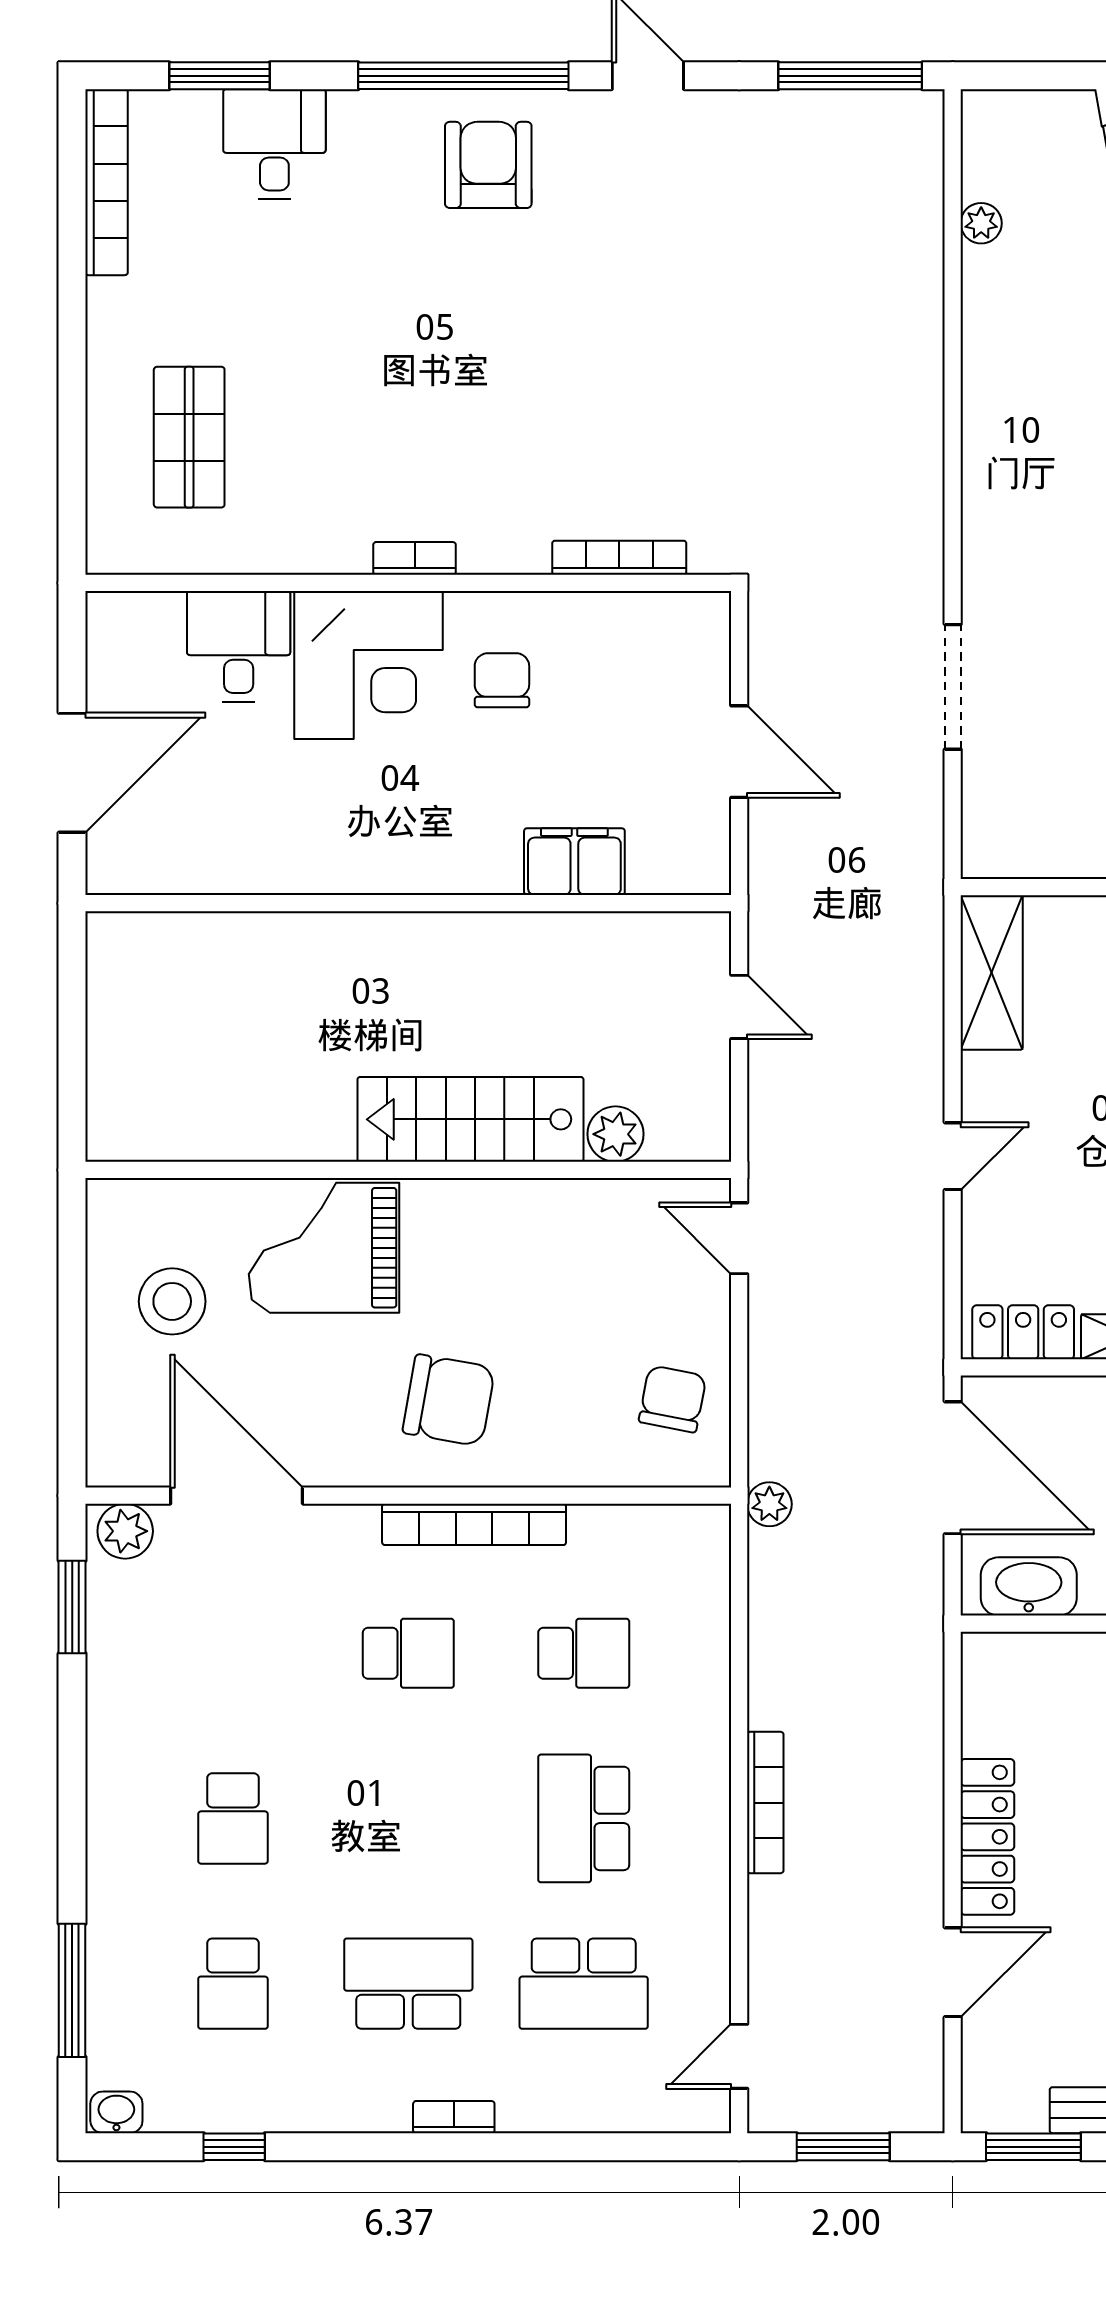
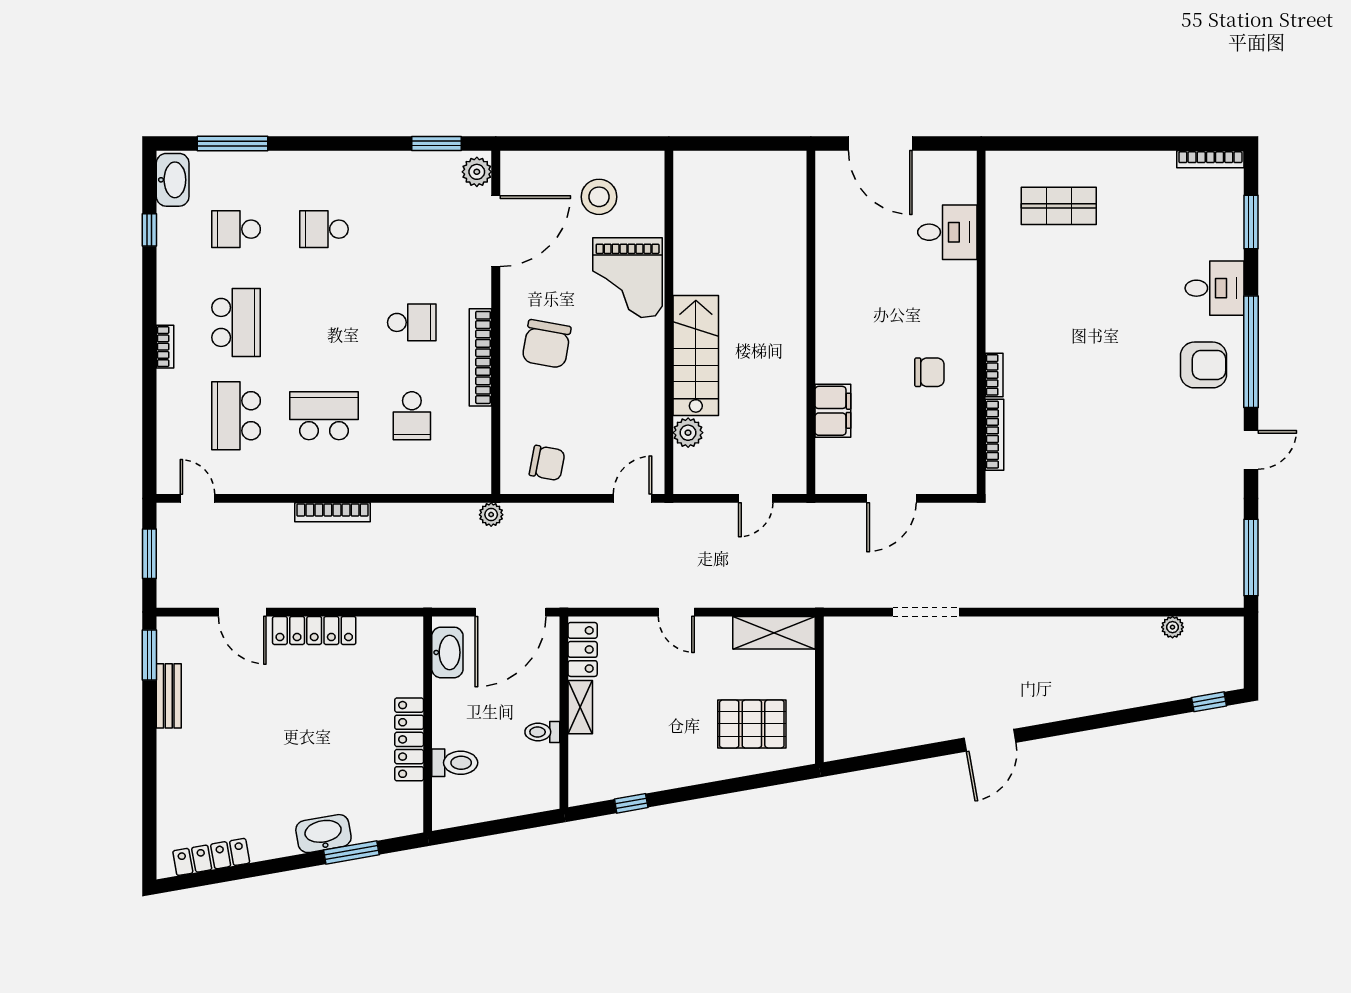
desk: (274, 144) -> (1215, 288), moved
bookcase: (107, 182) -> (1210, 159), width x0.68, depth x0.76
bookcase: (415, 558) -> (994, 375), moved
corner desk: (369, 665) -> (938, 301), removed
grand piano: (324, 1248) -> (628, 278), turned 180
school desk: (408, 1653) -> (412, 322), turned -90
washbasin: (116, 2112) -> (173, 180), width x1.91, depth x1.45

